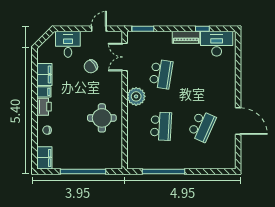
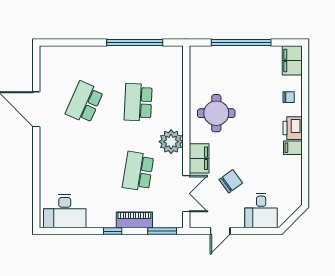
window: (202, 29) -> (113, 231), moved
piano: (186, 37) -> (134, 220), moved
filing cabinet: (44, 74) -> (199, 158), moved, turned 180

